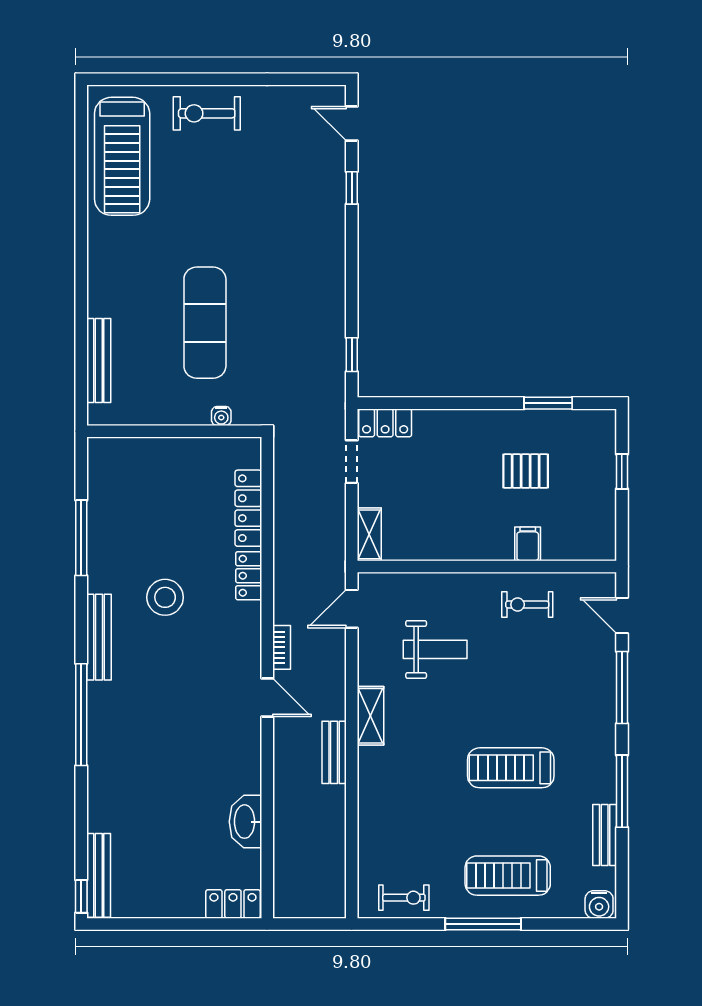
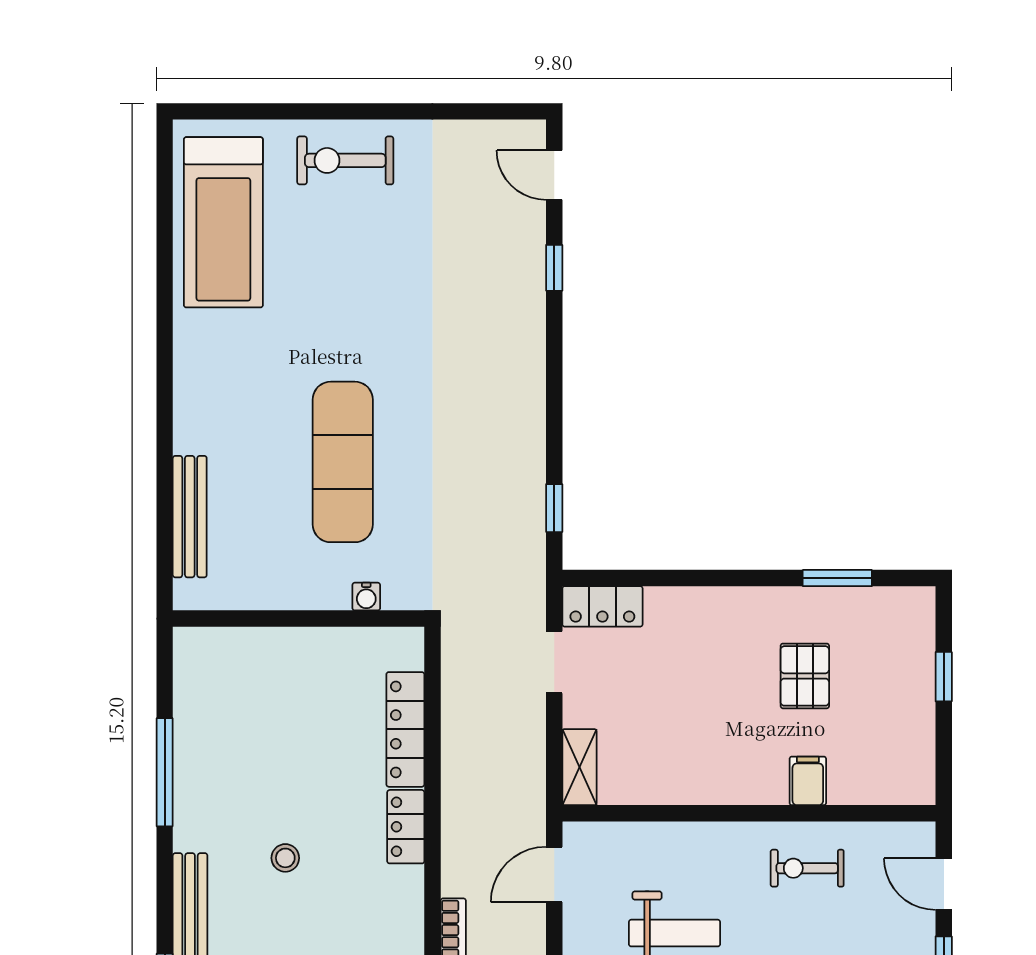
pallet: (526, 471) -> (805, 676), turned 90
stool: (165, 597) -> (285, 858), width x0.53, depth x0.53

